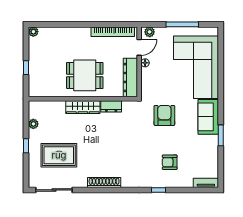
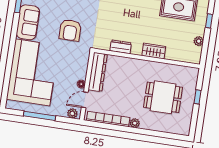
plant: (33, 32) -> (135, 123), moved
dining table: (85, 75) -> (163, 97), moved
wardrobe: (83, 107) -> (154, 51), width x0.67

